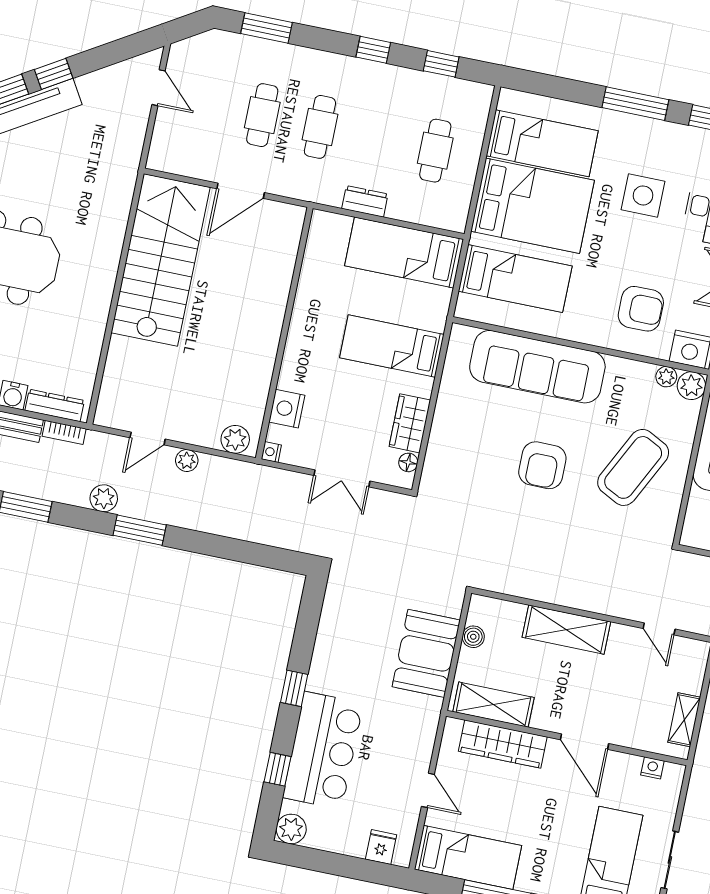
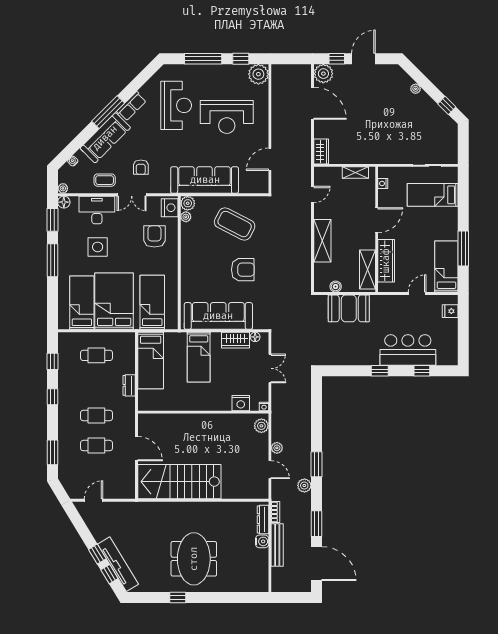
sofa: (537, 367) -> (218, 316), moved, turned -90
plant: (291, 829) -> (450, 358), removed

